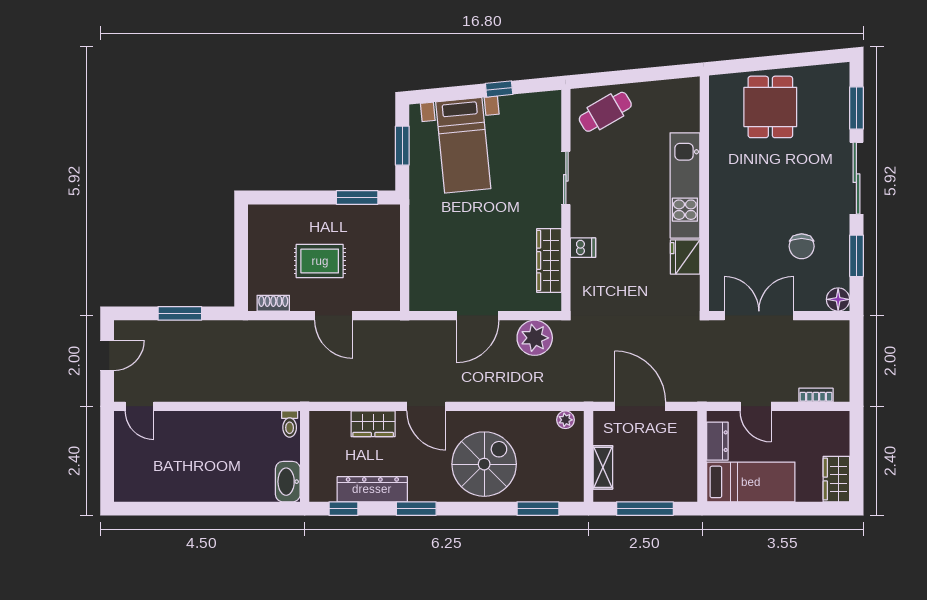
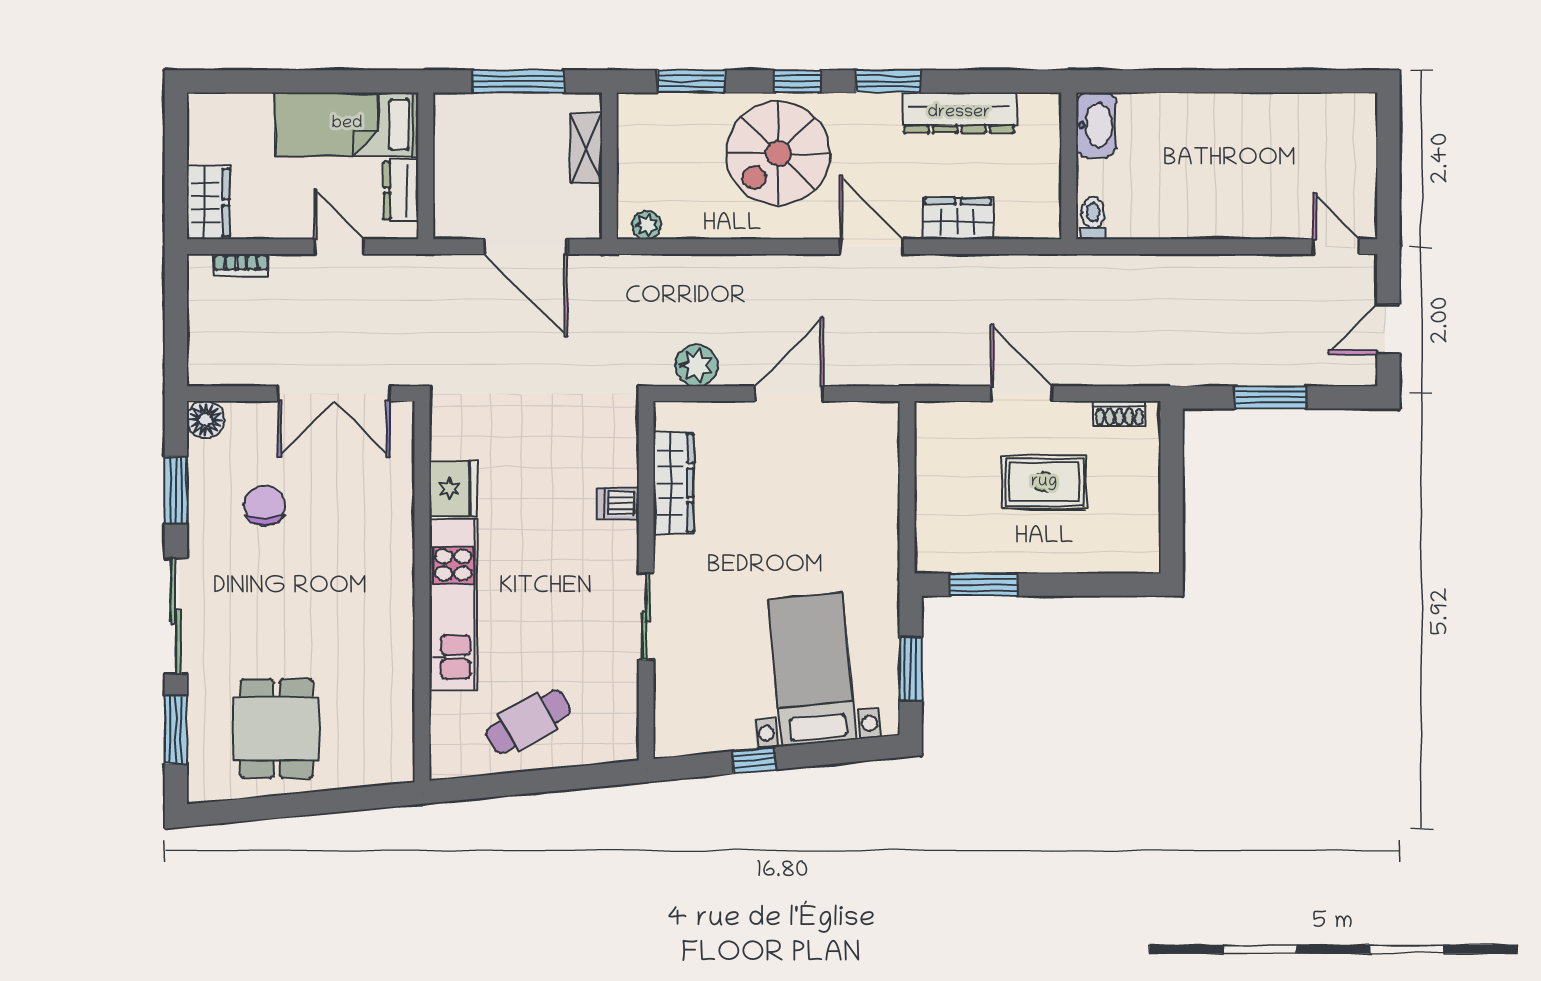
dining table: (770, 107) -> (276, 729), moved
cafe table: (605, 112) -> (528, 722), moved
plant: (535, 338) -> (697, 365), width x0.73, depth x0.73
wardrobe: (836, 479) -> (208, 202), moved
window: (343, 509) -> (798, 81), moved

